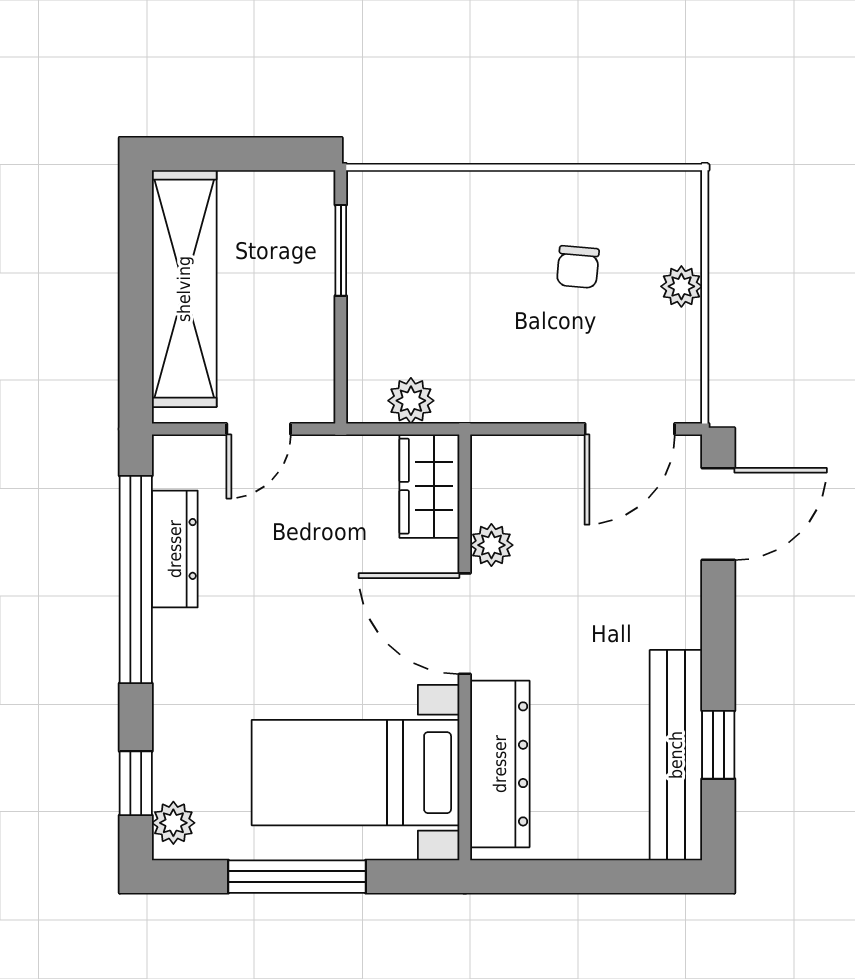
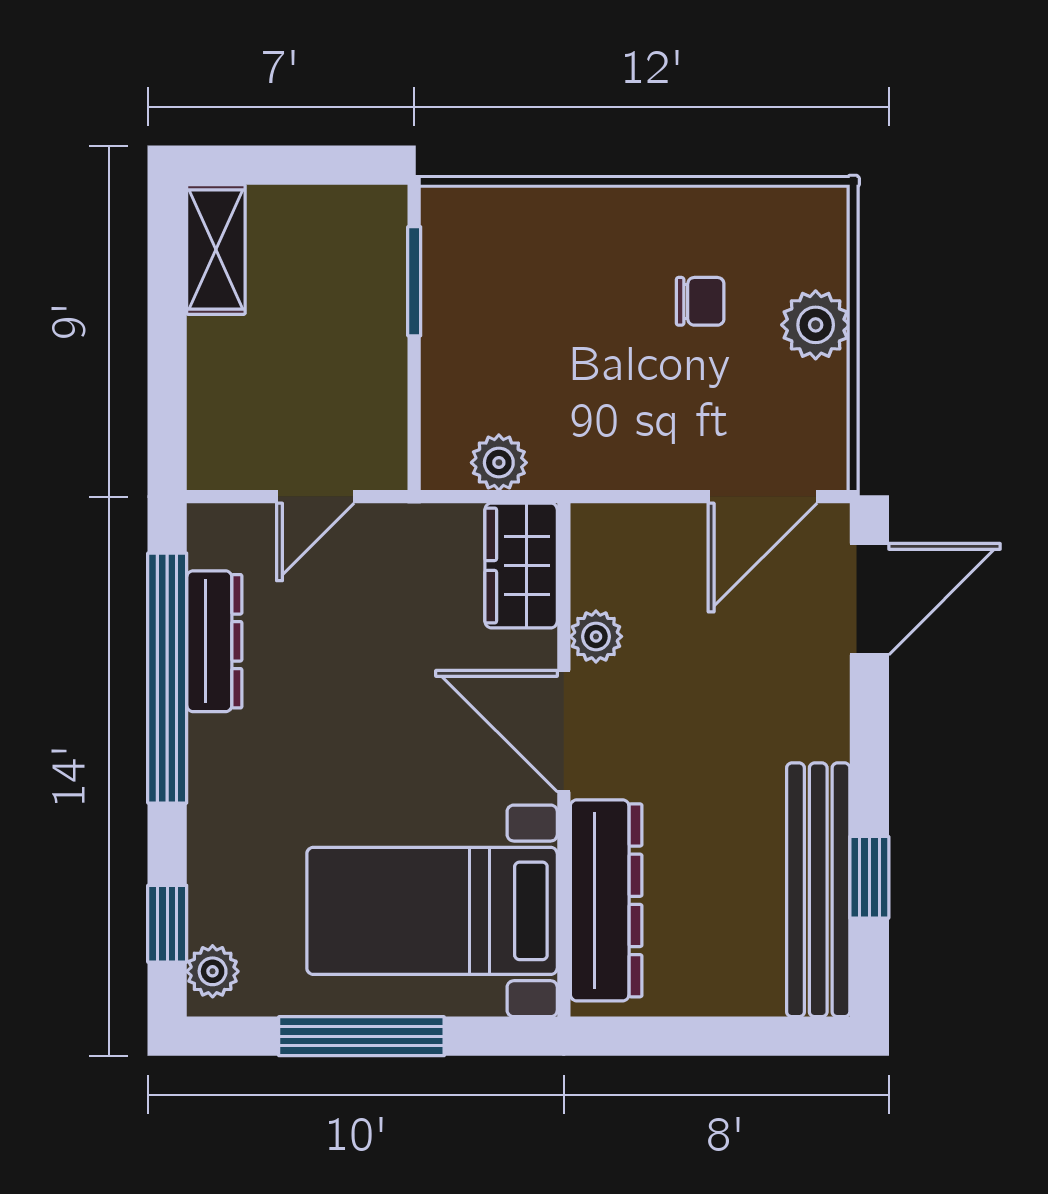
chair: (578, 267) -> (700, 301), turned -95
plant: (681, 286) -> (816, 325), width x1.38, depth x1.38
shelving: (184, 289) -> (216, 250), width x0.45, depth x0.75

